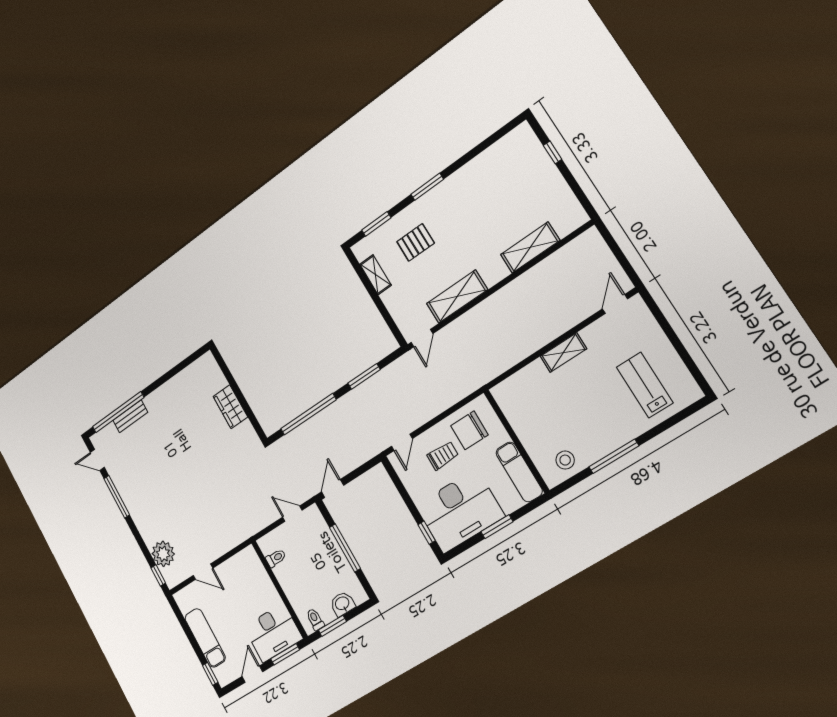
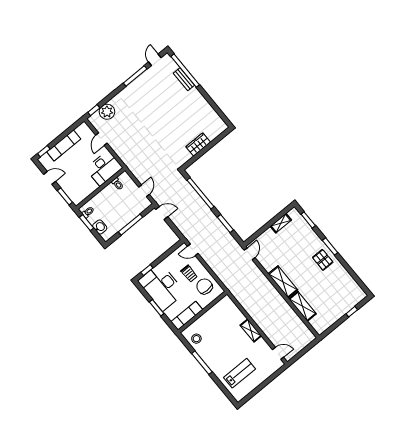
pallet: (416, 242) -> (323, 260), moved
shelving: (457, 297) -> (283, 282), moved
door: (422, 338) -> (250, 254), swing flipped
desk: (273, 633) -> (104, 168), moved, turned -90

